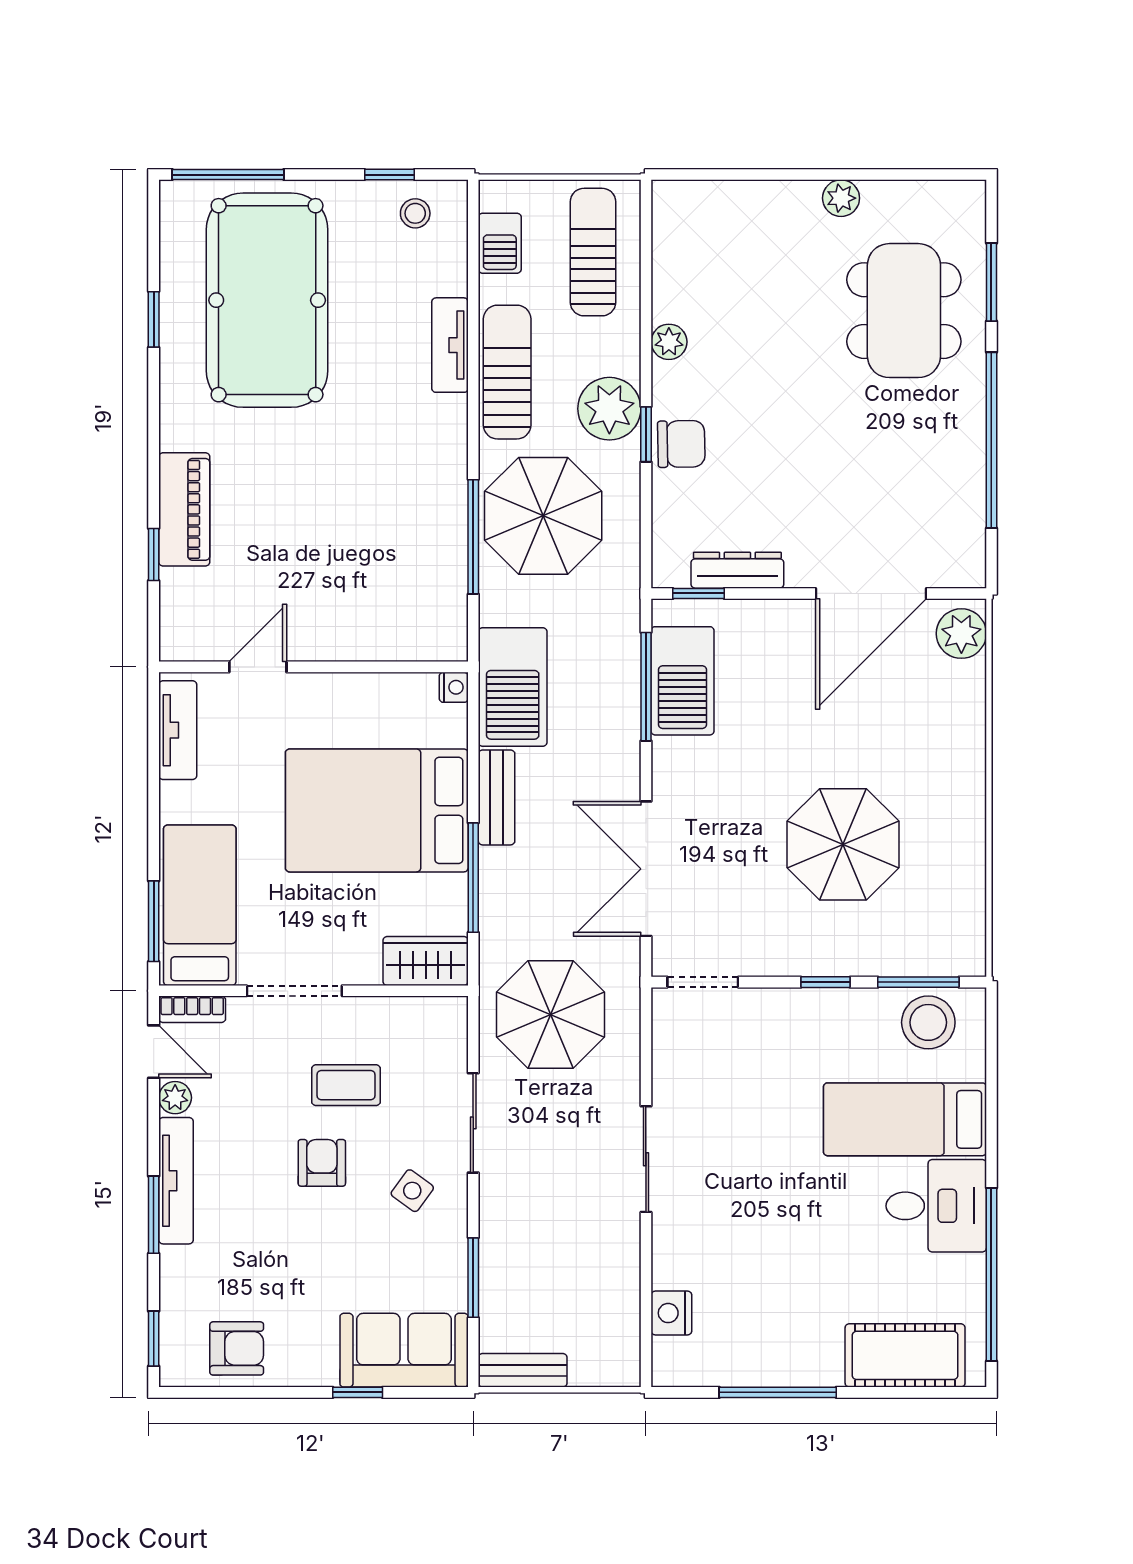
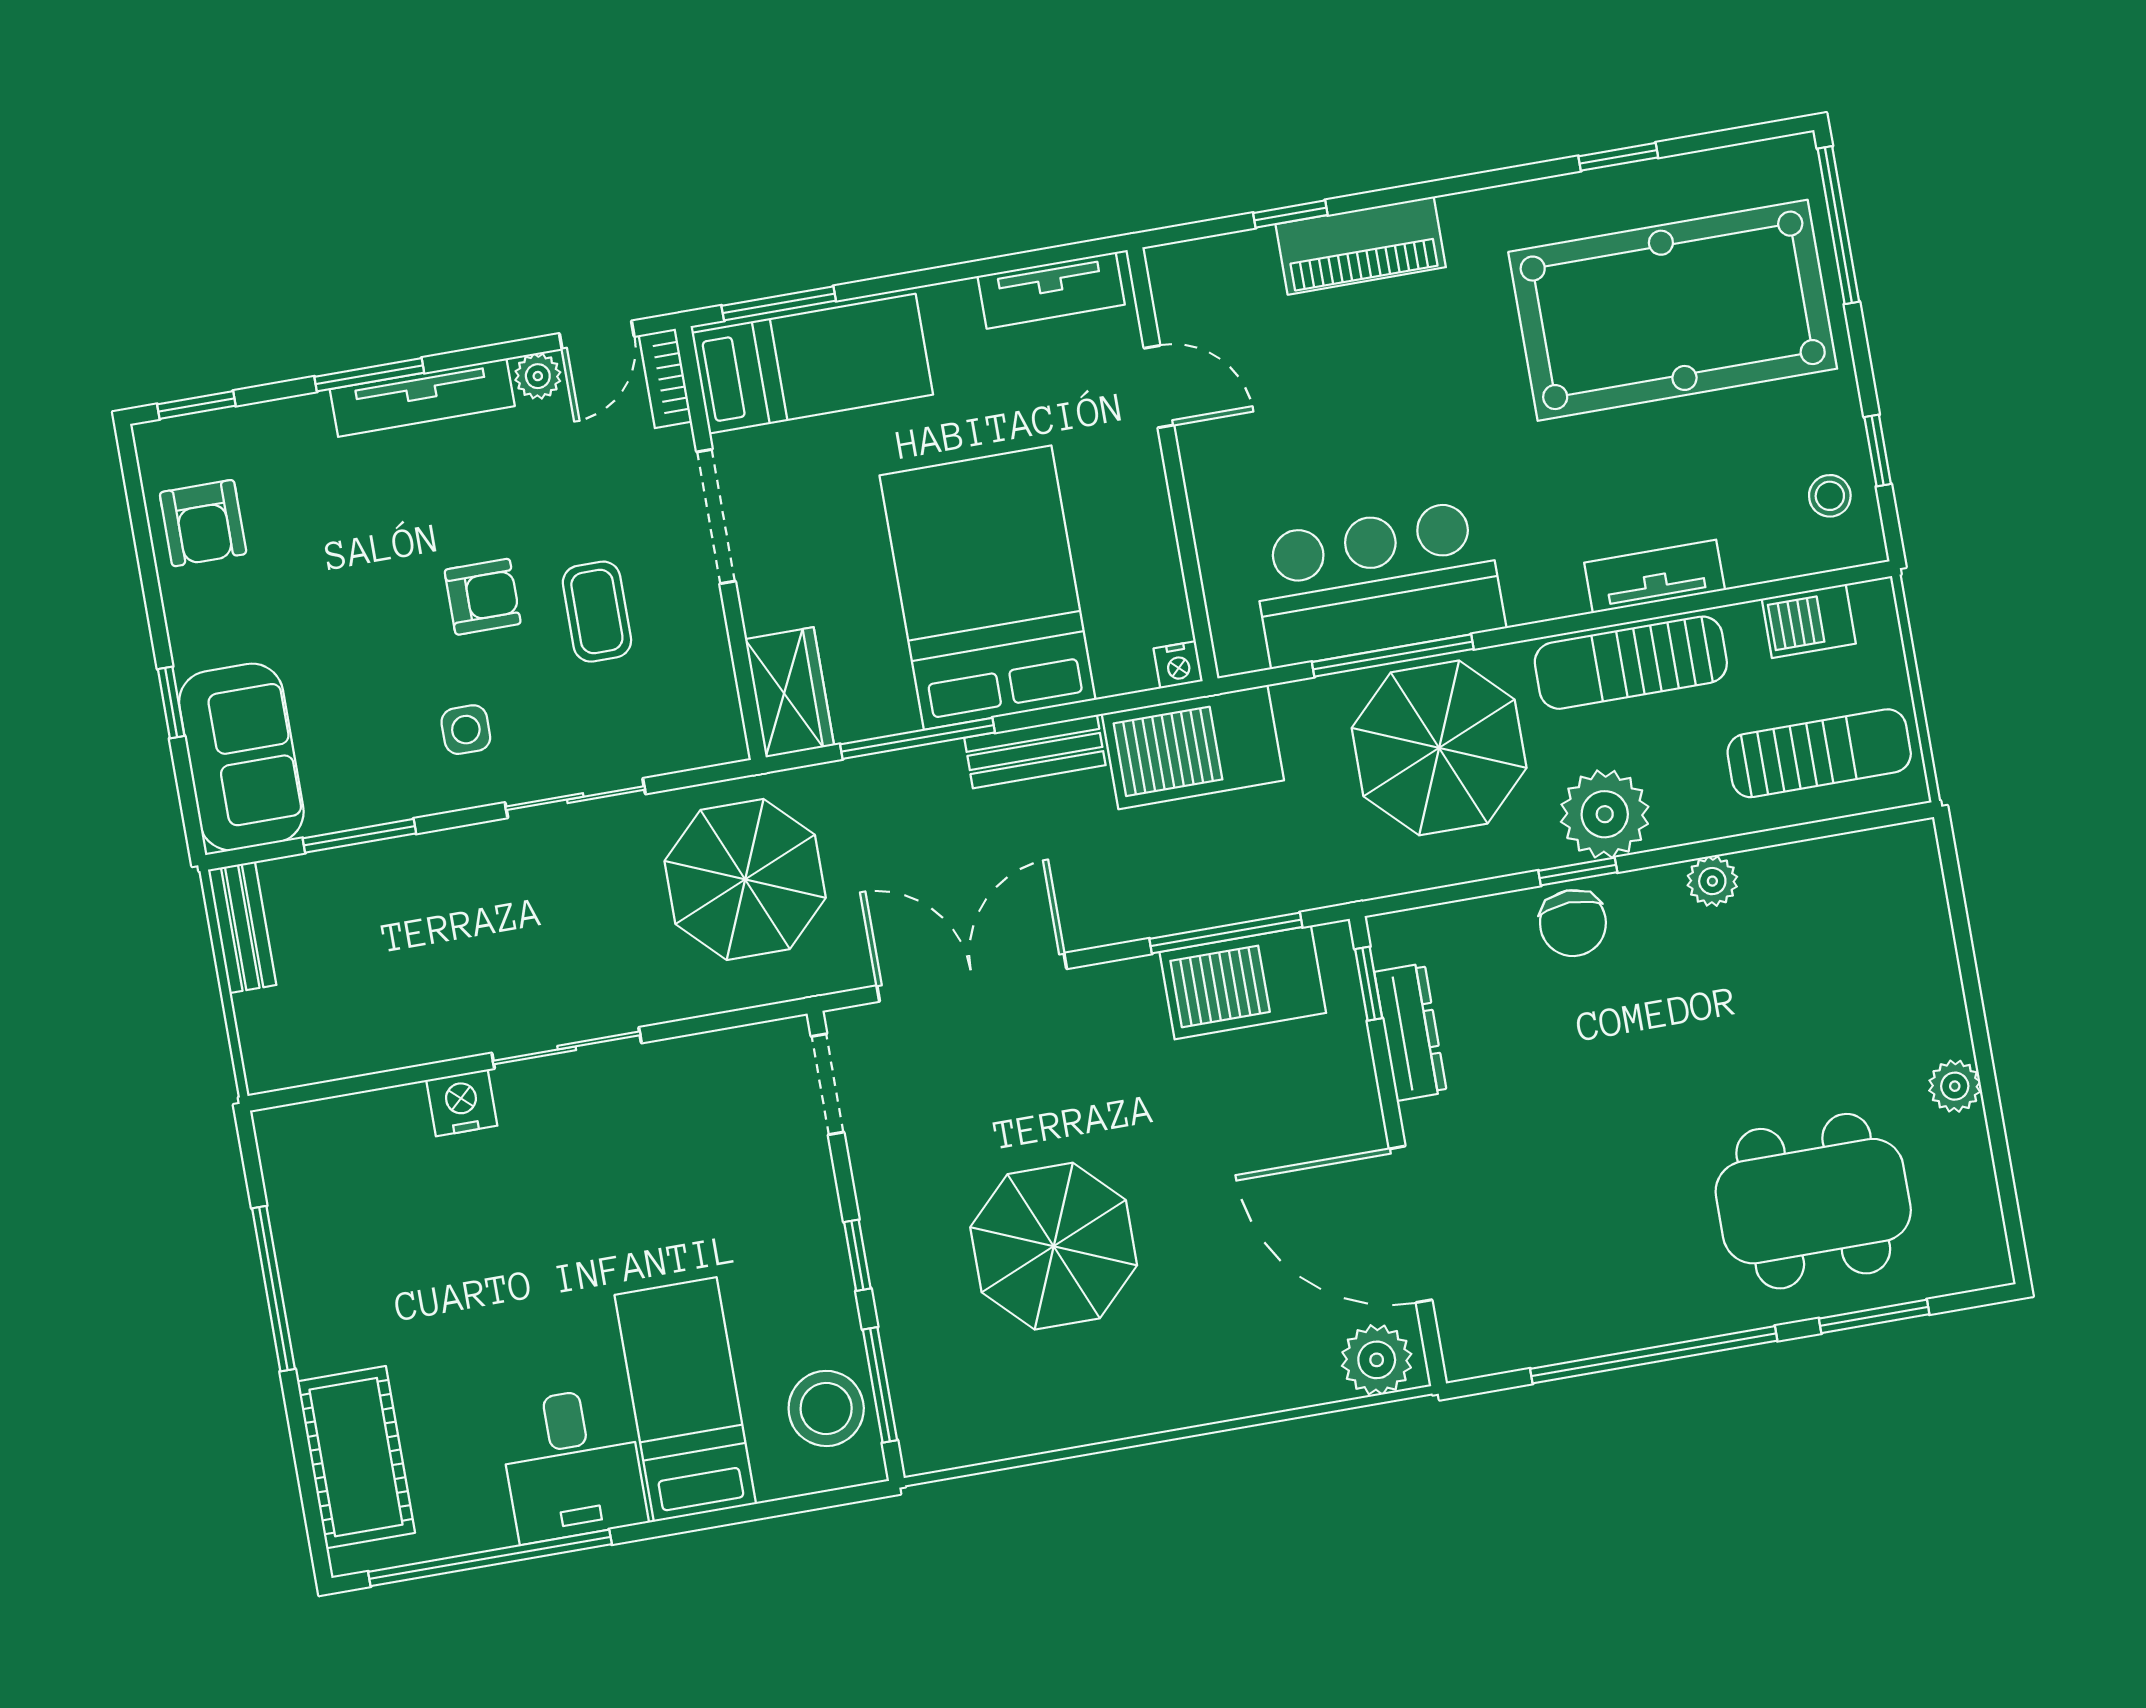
sun lounger: (507, 372) -> (1631, 663), turned 180
bar counter: (421, 539) -> (1377, 583), added
side table: (412, 1191) -> (466, 730), turned -36
nightstand: (671, 1313) -> (462, 1103), moved

